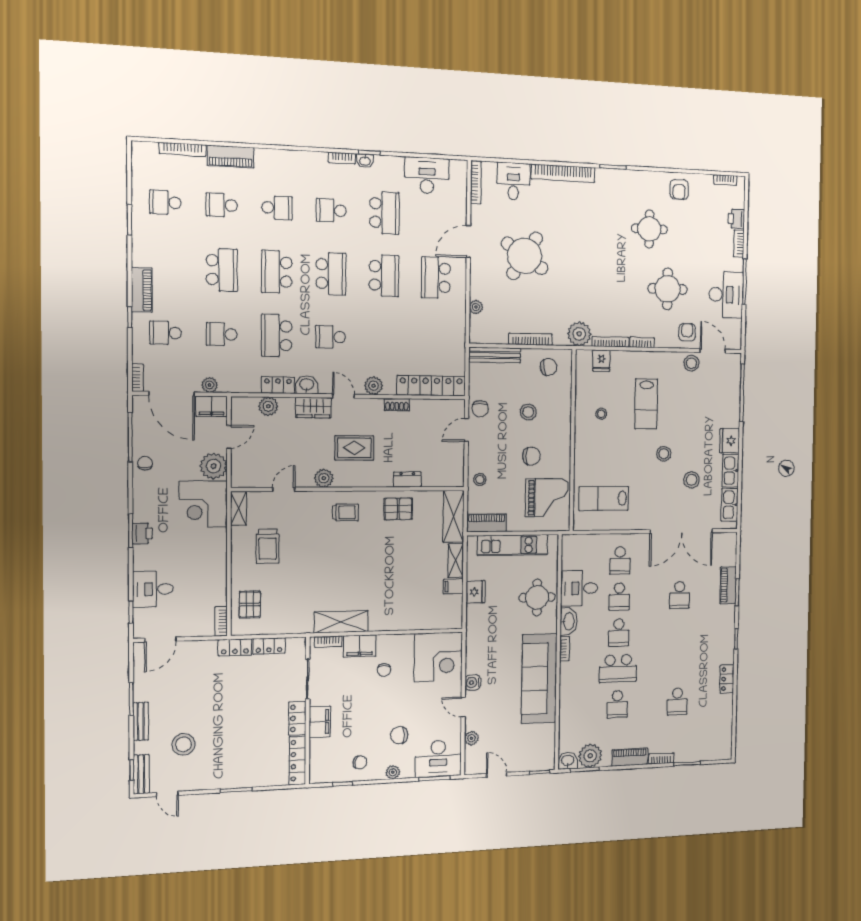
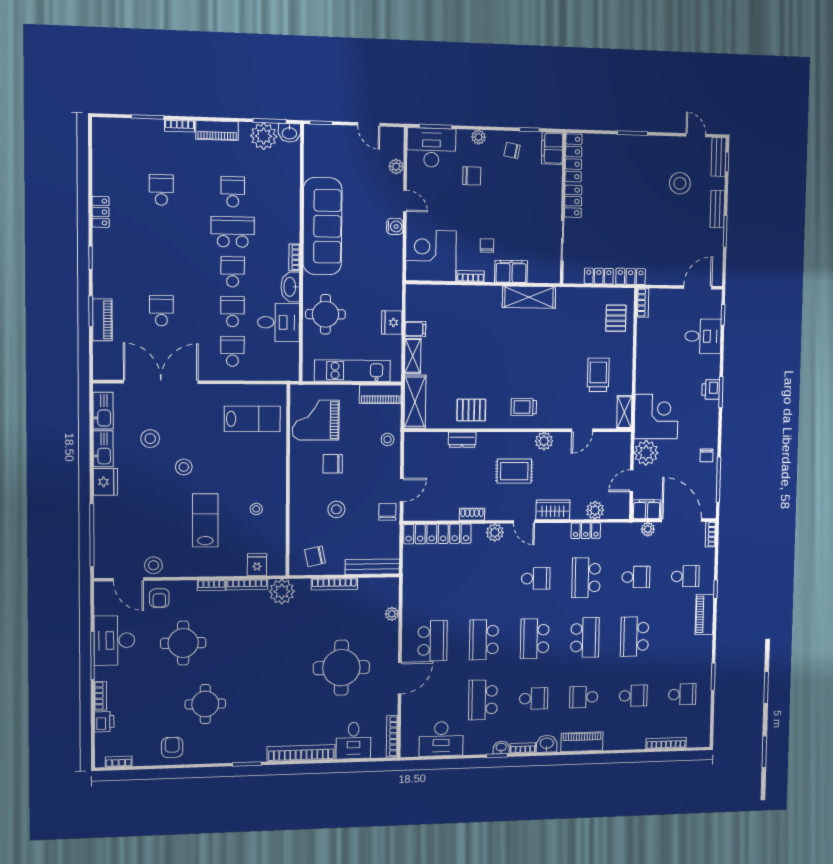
piano: (231, 157) -> (582, 742), moved
round table: (525, 256) -> (341, 668), turned -33
school desk: (277, 336) -> (586, 578), turned 180
washbasin: (307, 385) -> (547, 744), moved, turned 180
bookcase: (328, 642) -> (471, 276), moved
filing cabinet: (320, 722) -> (552, 148), moved

